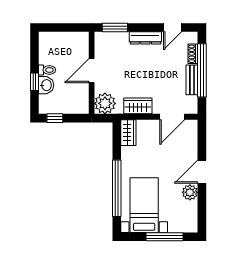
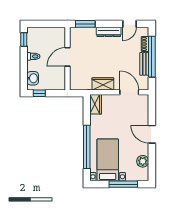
window: (34, 82) -> (24, 39), moved
washbasin: (46, 85) -> (33, 78), moved
plant: (105, 103) -> (78, 82), removed
door: (172, 117) -> (129, 92), swing flipped
door: (202, 172) -> (152, 134), hinge flipped
plant: (190, 192) -> (143, 161), moved

